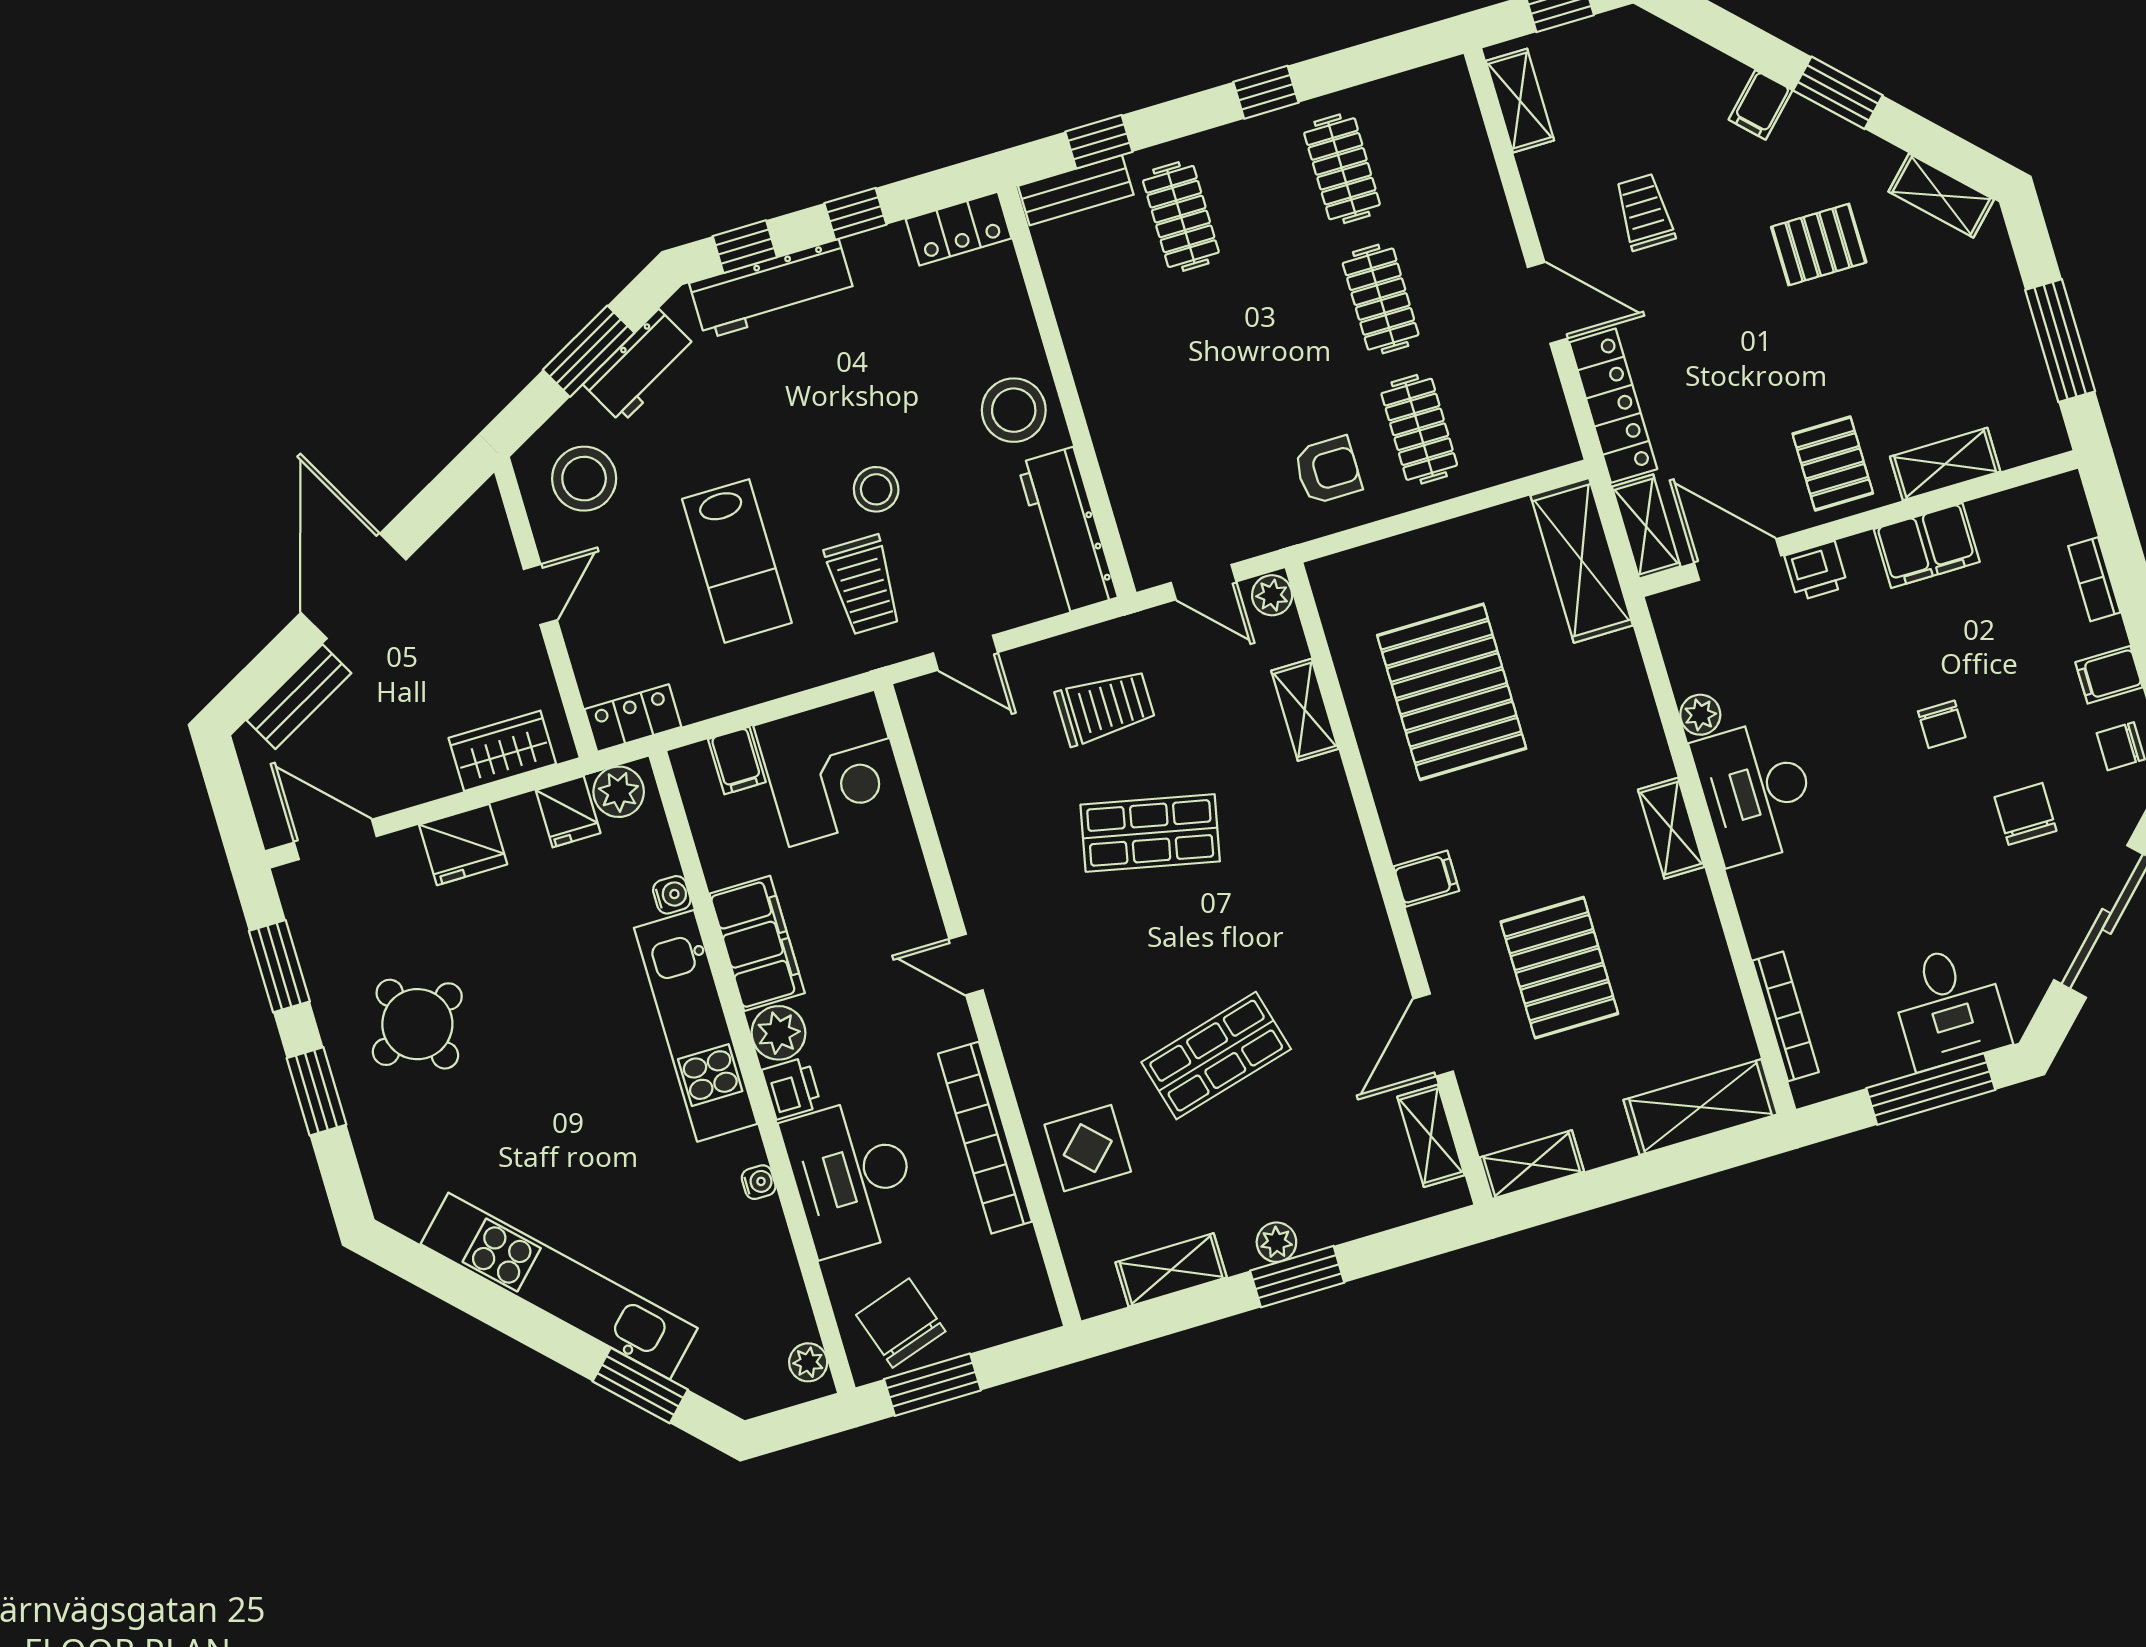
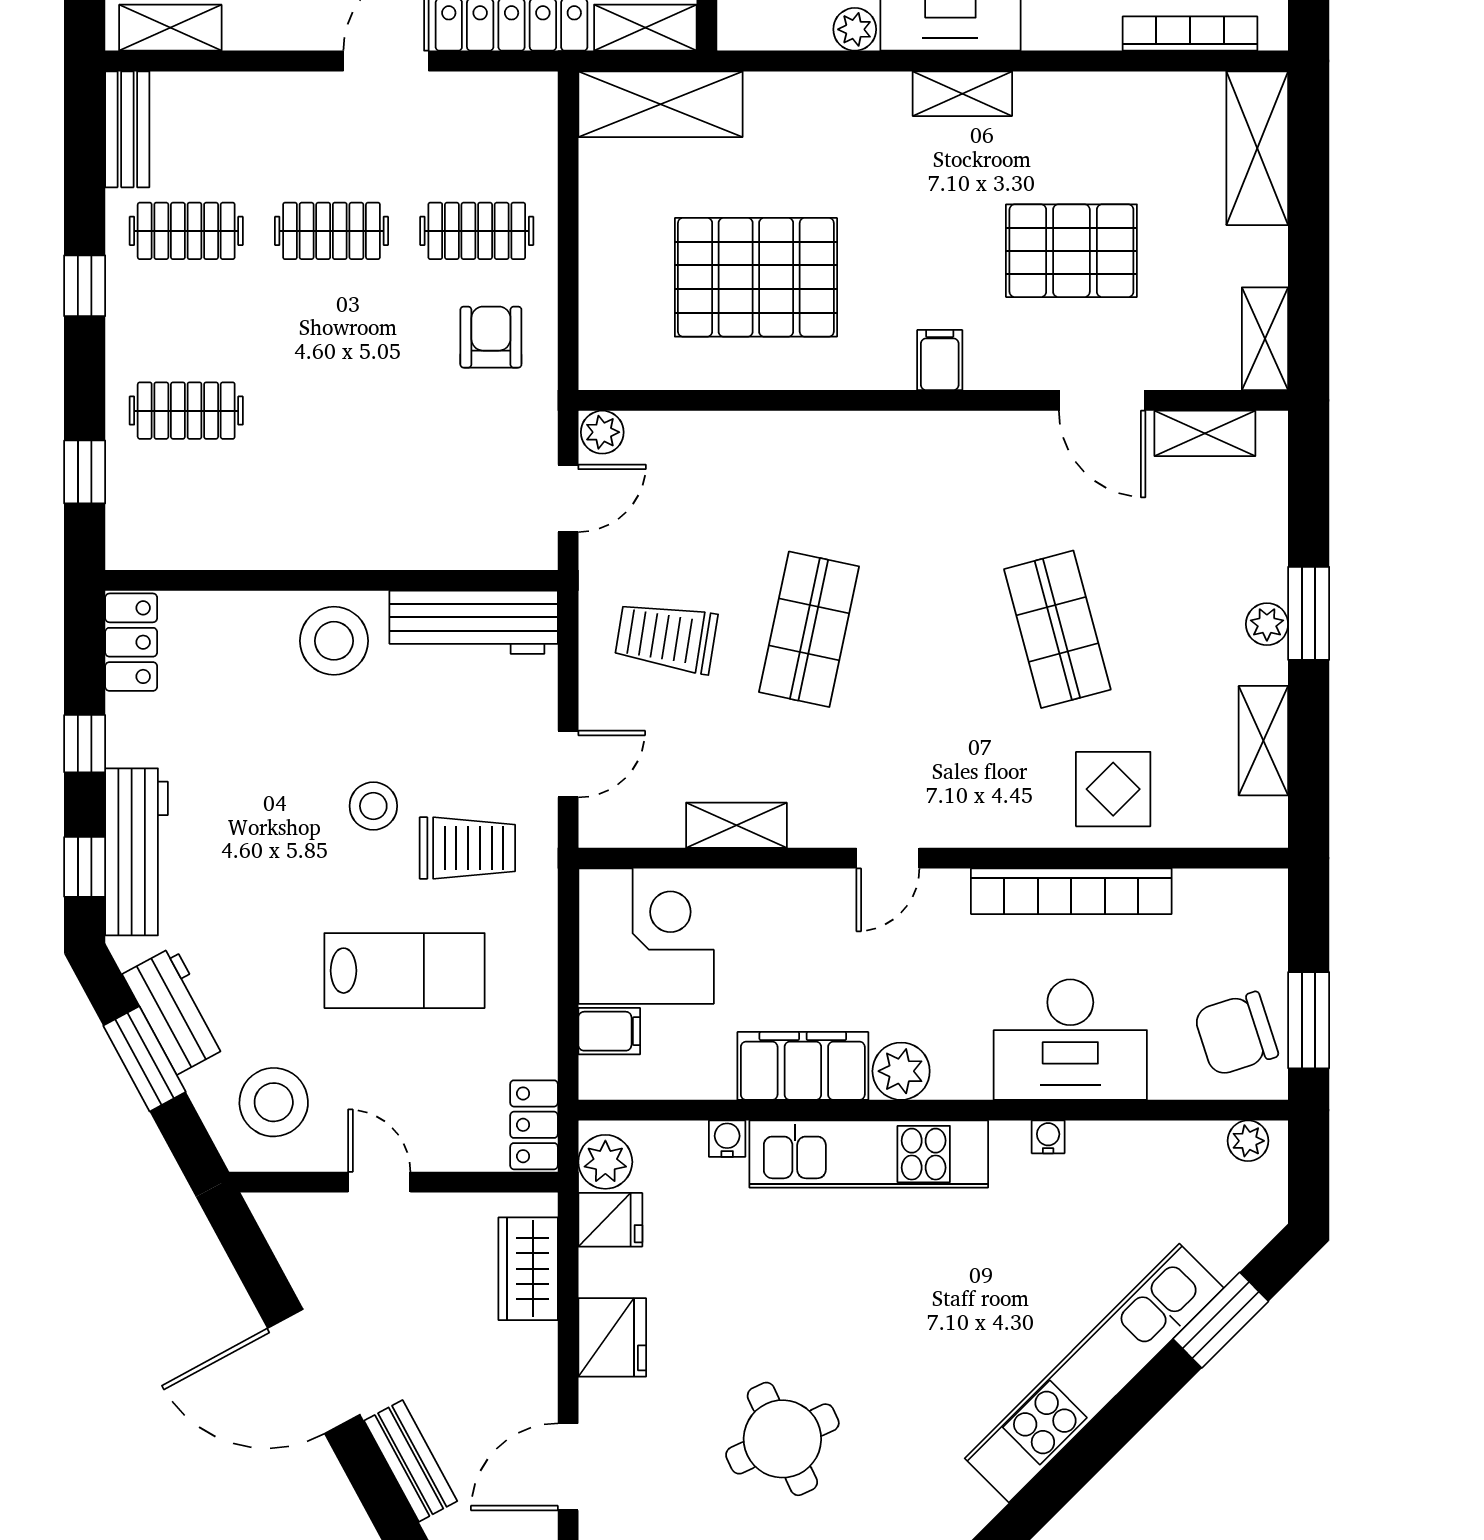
bench: (1076, 190) -> (127, 129), moved
trolley: (1105, 707) -> (666, 637), turned -81
shelving: (1305, 710) -> (736, 825), moved
printer: (792, 1088) -> (962, 1075), removed

